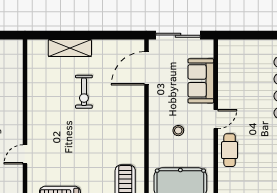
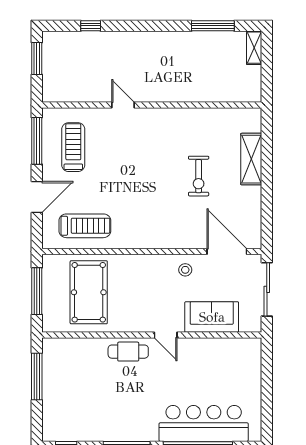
exercise bike: (84, 92) -> (199, 176), turned -90
stool: (178, 131) -> (185, 270), moved

